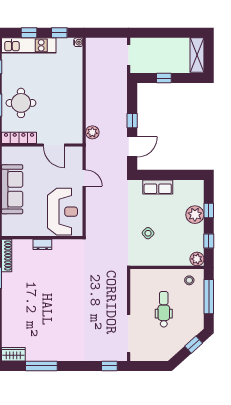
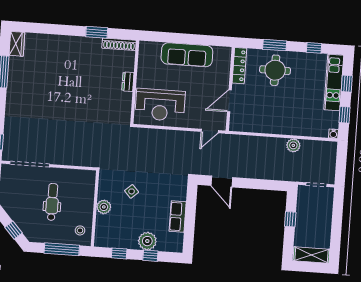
window: (132, 121) -> (249, 183), removed
plant: (92, 132) -> (293, 145), moved
door: (84, 178) -> (210, 131), moved
row of seats: (158, 187) -> (178, 217), moved
plant: (197, 259) -> (104, 207), moved
dental chair: (164, 309) -> (52, 202), turned -90

